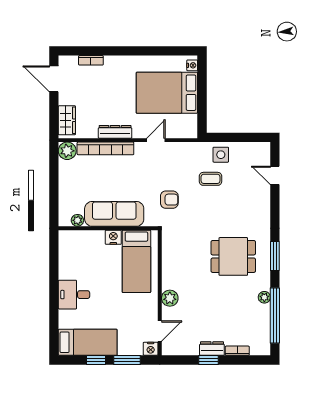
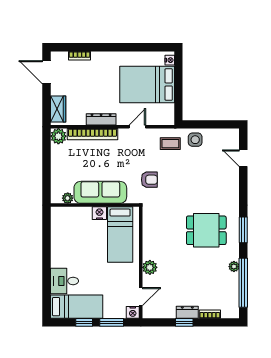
coffee table: (211, 179) -> (170, 144), moved
desk: (74, 295) -> (64, 281), moved

